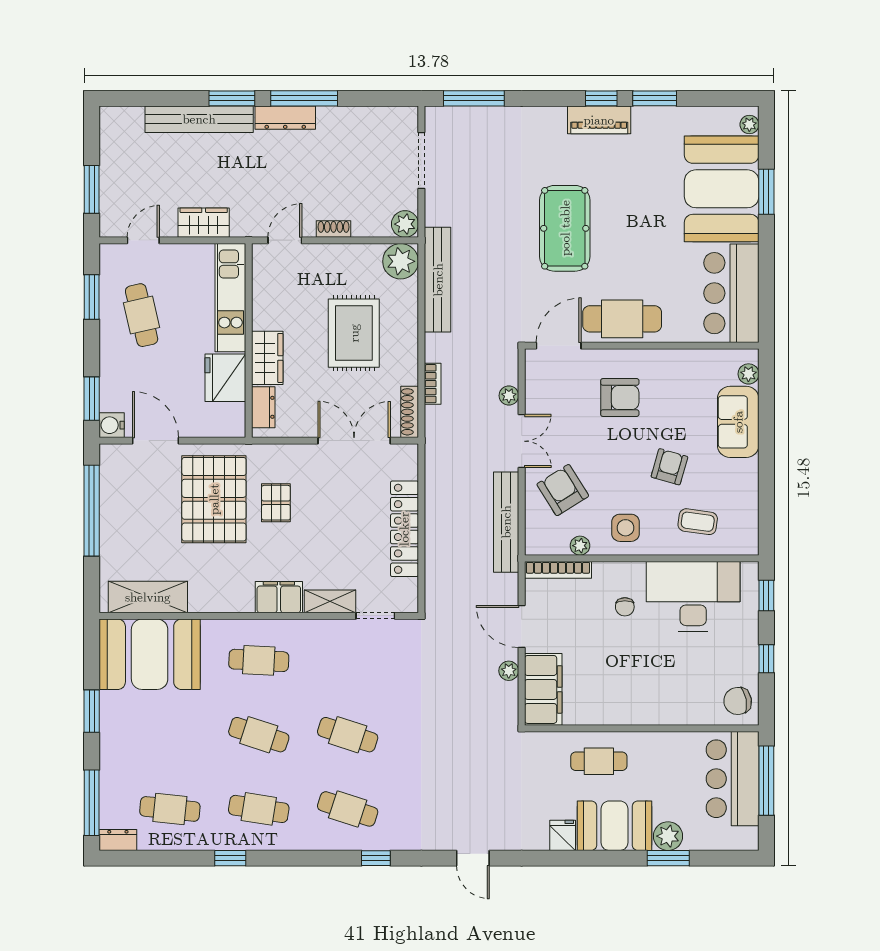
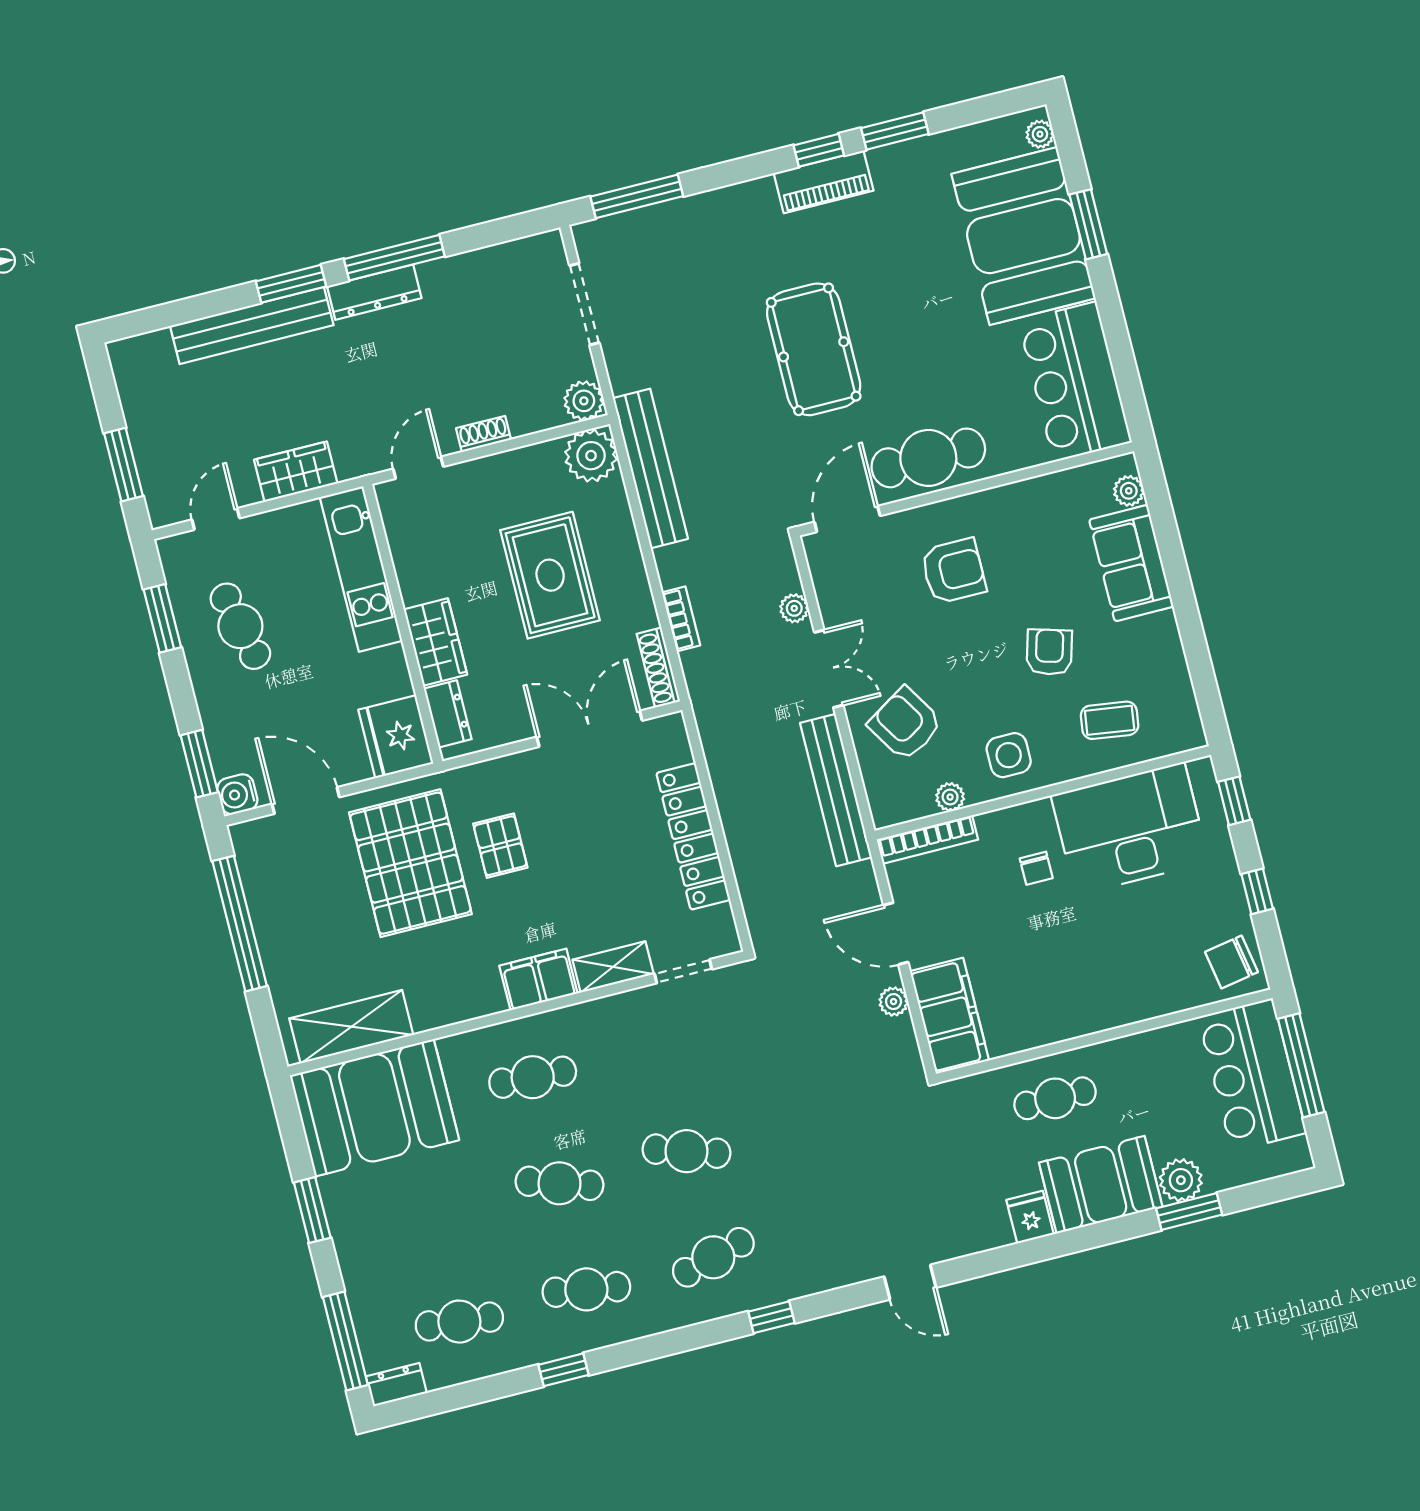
fridge: (225, 378) -> (396, 737), moved
cafe table: (348, 809) -> (713, 1257), turned -33

